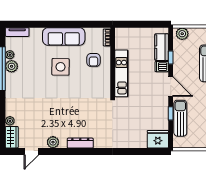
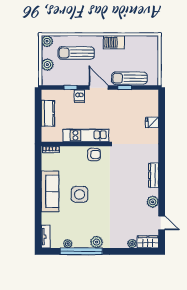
plant: (182, 34) -> (47, 65), moved
kitchen counter: (162, 47) -> (48, 113), moved, turned -90
armchair: (94, 60) -> (94, 155), moved
plant: (12, 66) -> (97, 242), moved
door: (171, 86) -> (99, 88), hinge flipped
fridge: (158, 139) -> (152, 122), moved, width x0.53, depth x0.75

